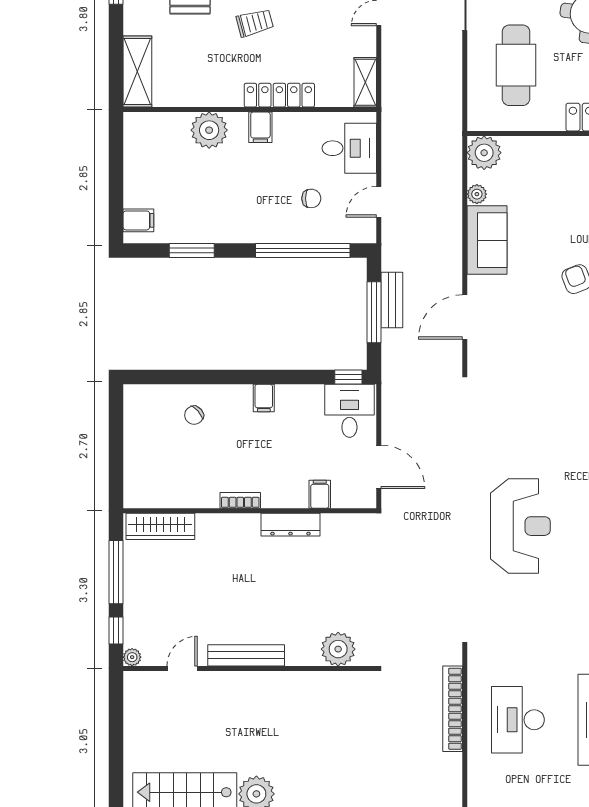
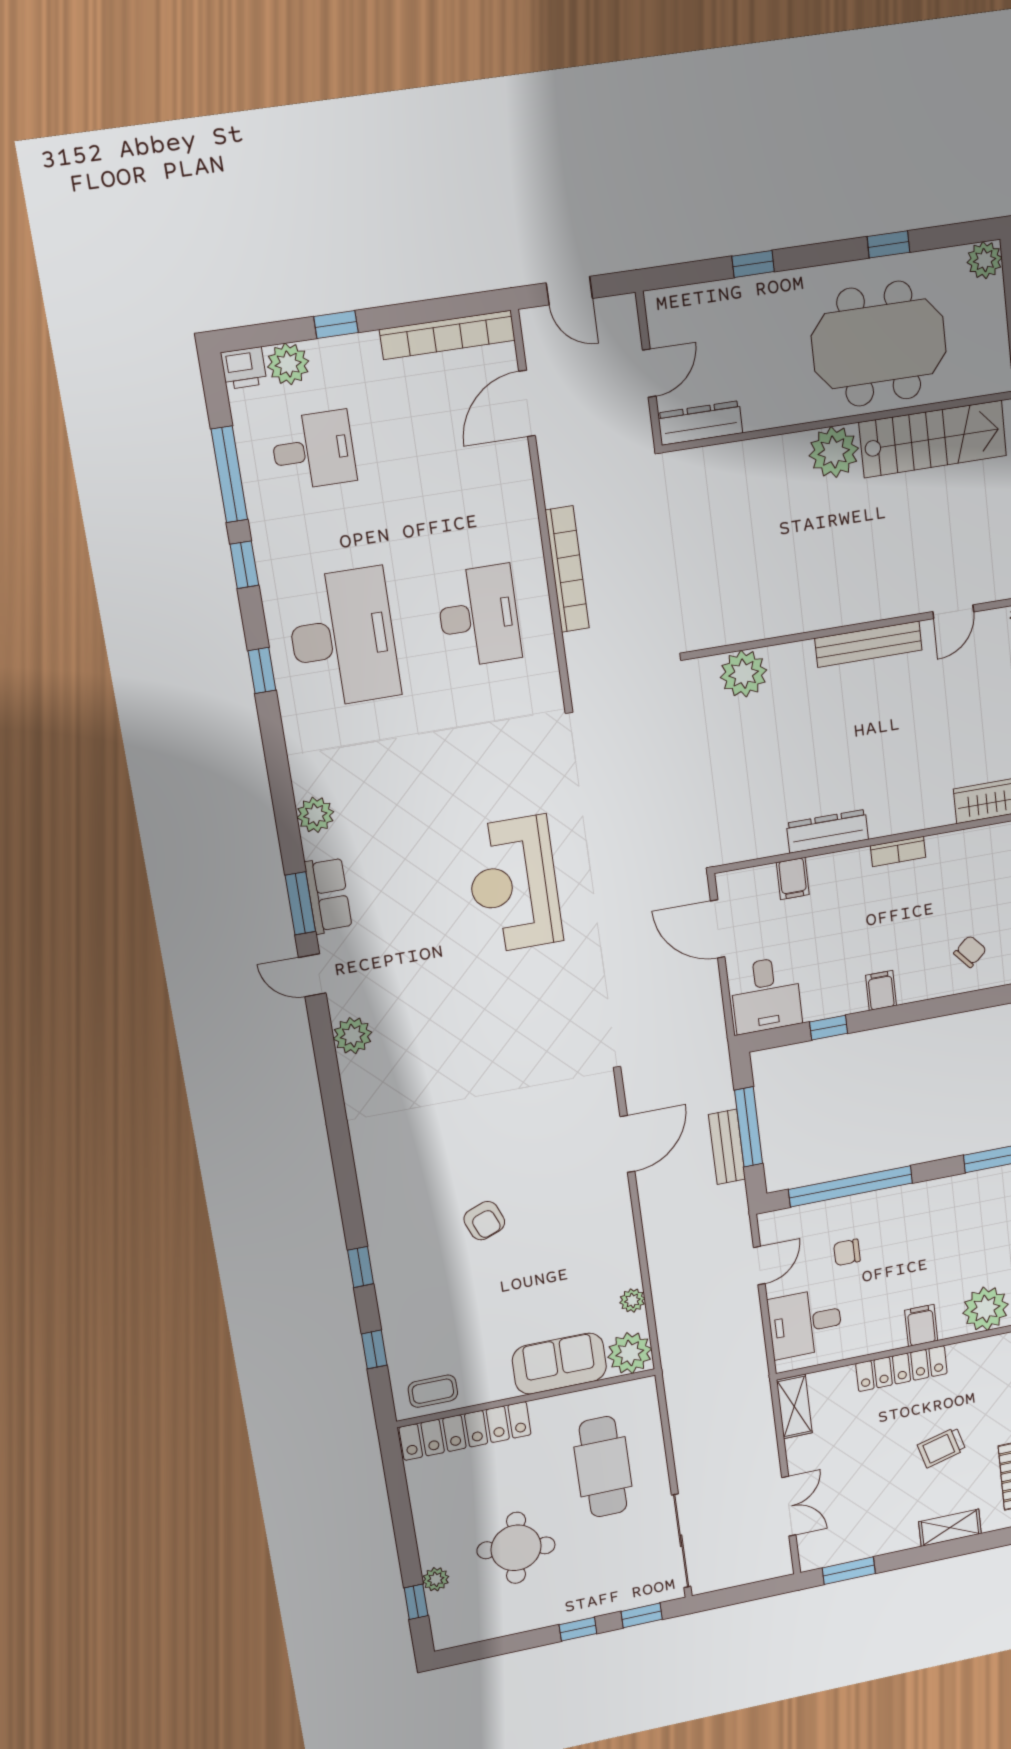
sofa: (487, 240) -> (559, 1364), moved, turned 90
window: (348, 377) -> (829, 1028), moved
bookcase: (453, 709) -> (567, 569), moved

